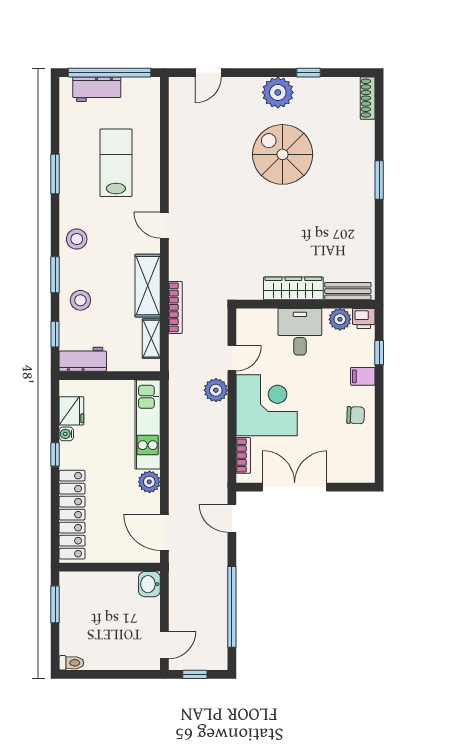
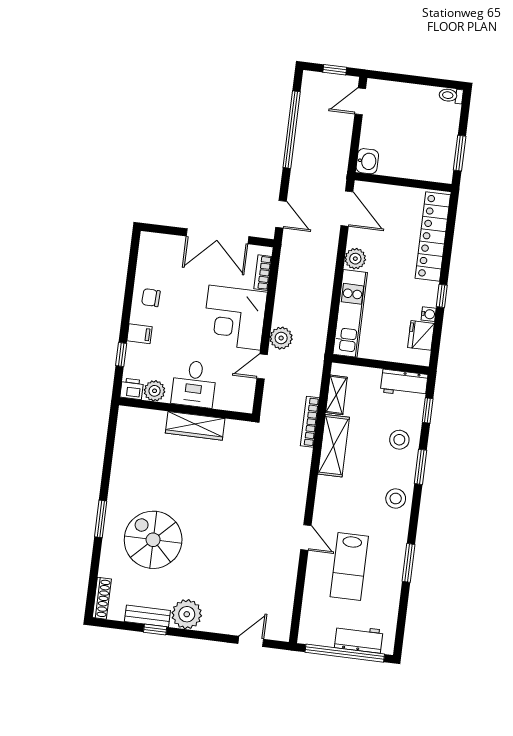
spiral stairs: (283, 154) -> (153, 540), moved, turned 180
door: (164, 225) -> (306, 538), moved
bench: (348, 291) -> (147, 616), moved

